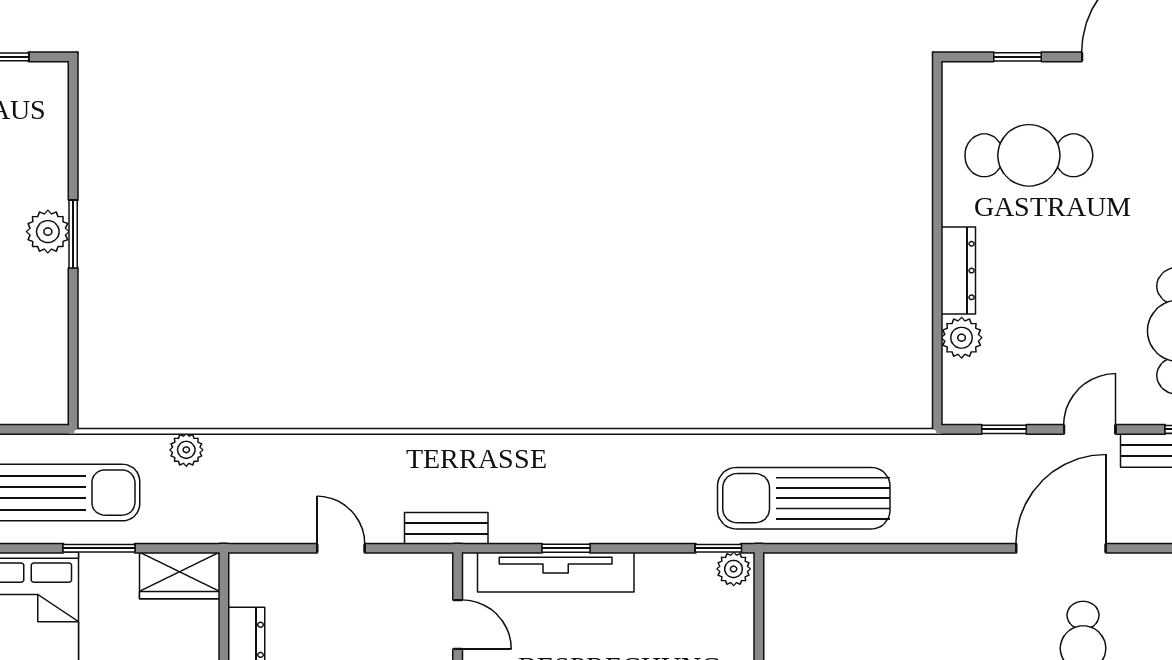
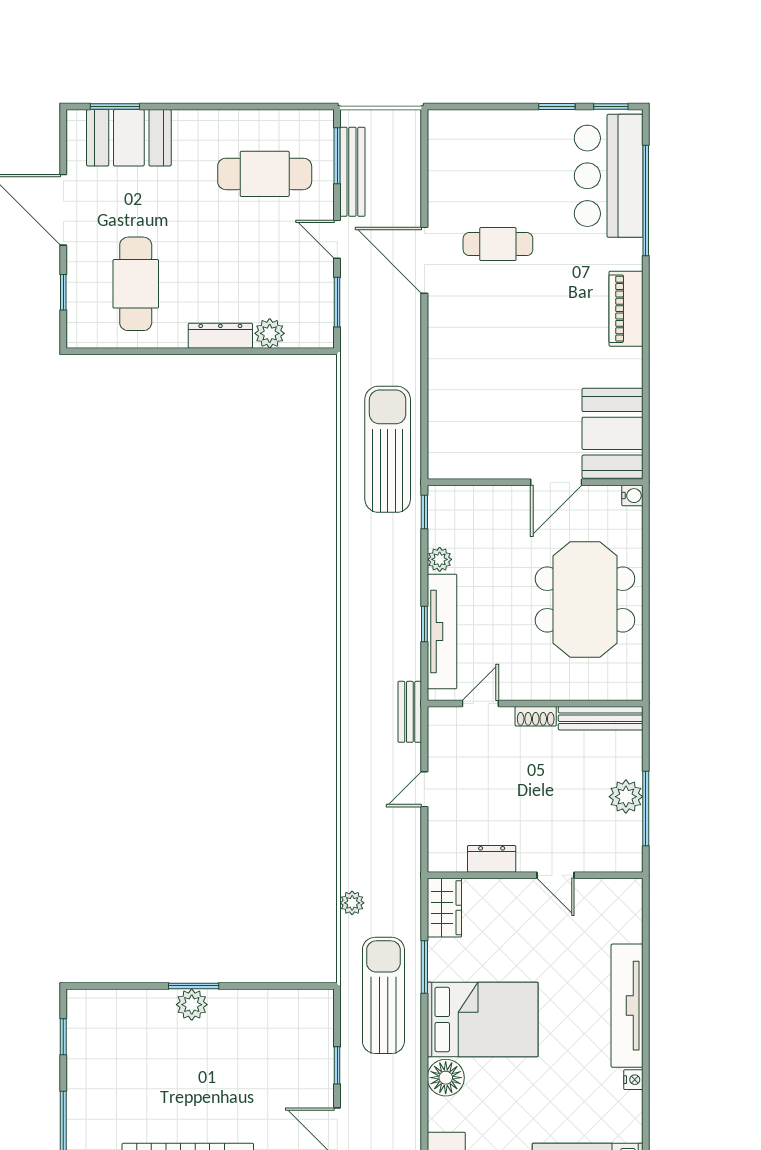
window: (1004, 429) -> (337, 302), width x1.50
sun lounger: (804, 498) -> (388, 449), turned 180
plant: (734, 569) -> (440, 559), moved

